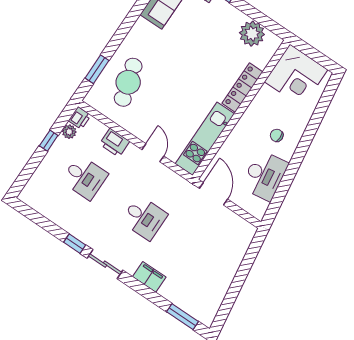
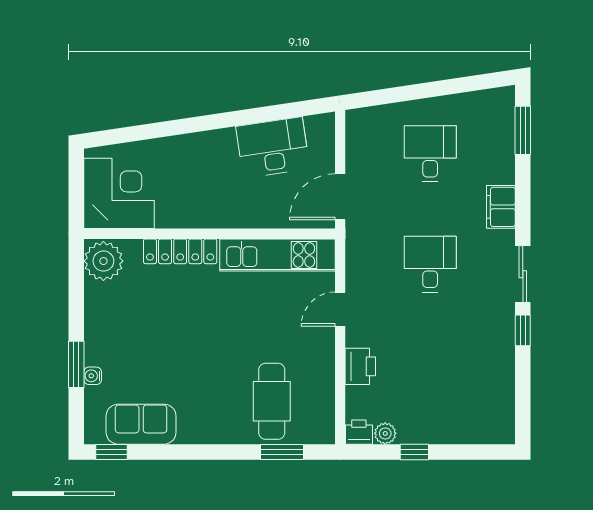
plant: (252, 34) -> (103, 261), moved
cafe table: (128, 82) -> (272, 401), turned -74
chair: (277, 135) -> (211, 167), removed
desk: (85, 177) -> (430, 154), moved

